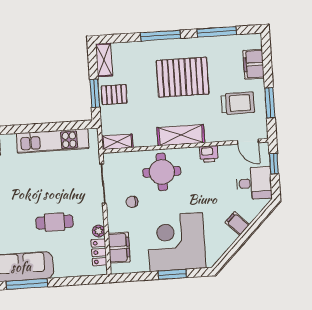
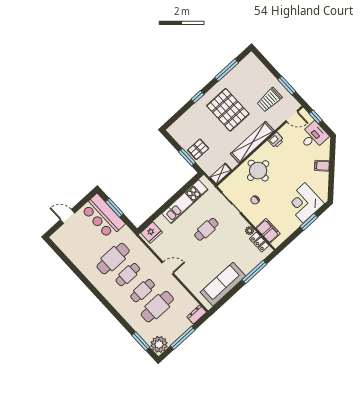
window: (160, 36) -> (198, 97), width x0.46
shelving: (104, 60) -> (177, 135), removed
filing cabinet: (254, 64) -> (261, 72), removed
pallet: (183, 77) -> (228, 110), turned 90
trolley: (238, 103) -> (269, 100), turned 180
shelving: (181, 135) -> (252, 142), width x1.47
cafe table: (55, 222) -> (206, 229), moved
corner desk: (176, 242) -> (304, 203), width x0.74, depth x0.74
window: (27, 284) -> (254, 272), moved

